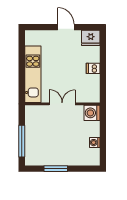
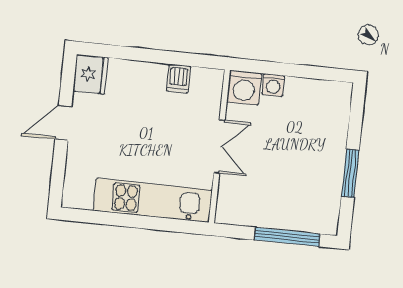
dishwasher: (93, 68) -> (178, 79), moved
double door: (62, 104) -> (219, 146), swing flipped
washing machine: (95, 143) -> (273, 85), moved

